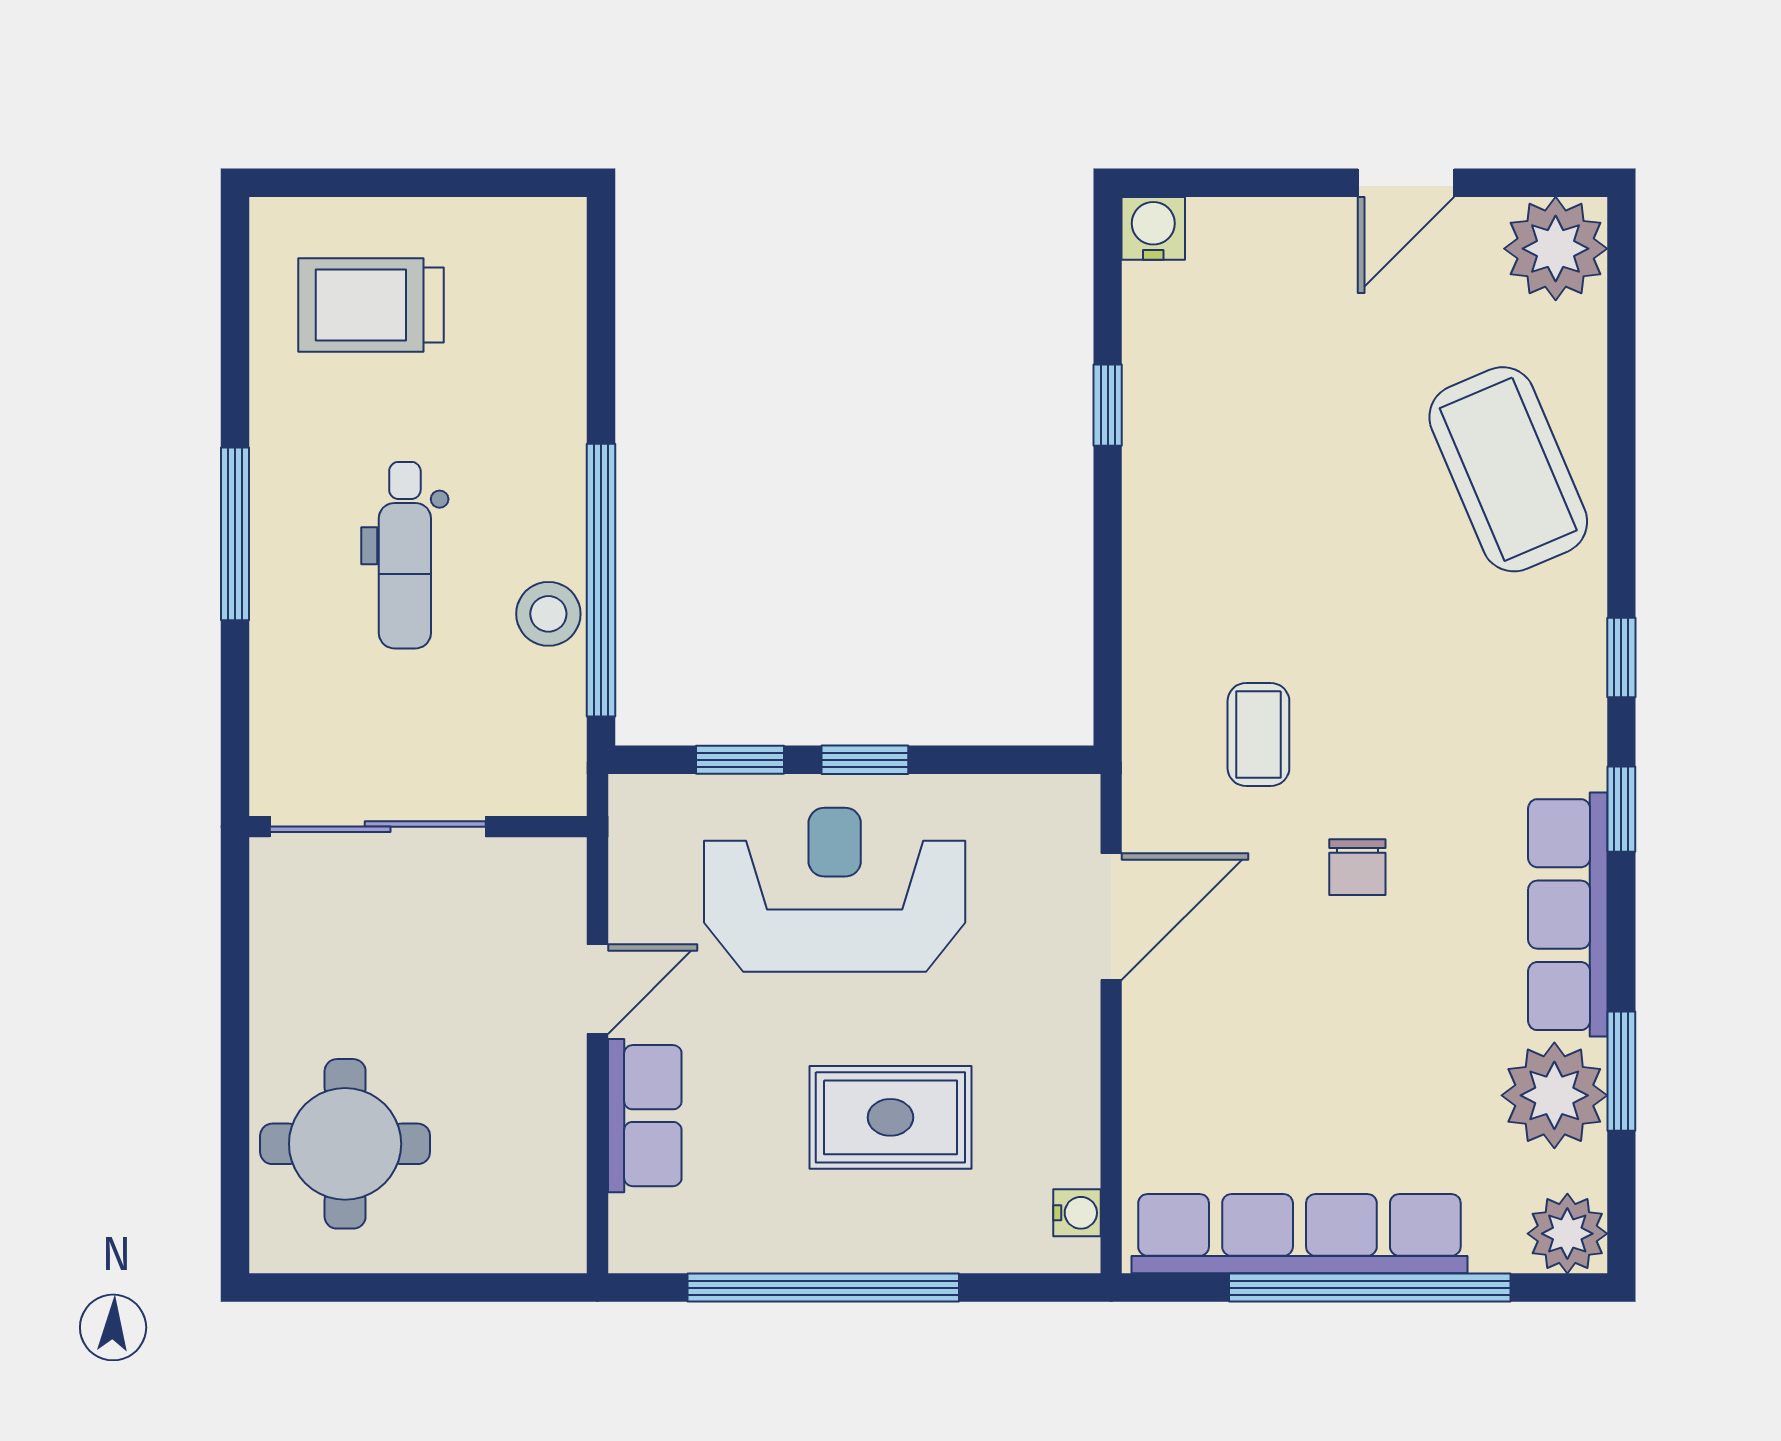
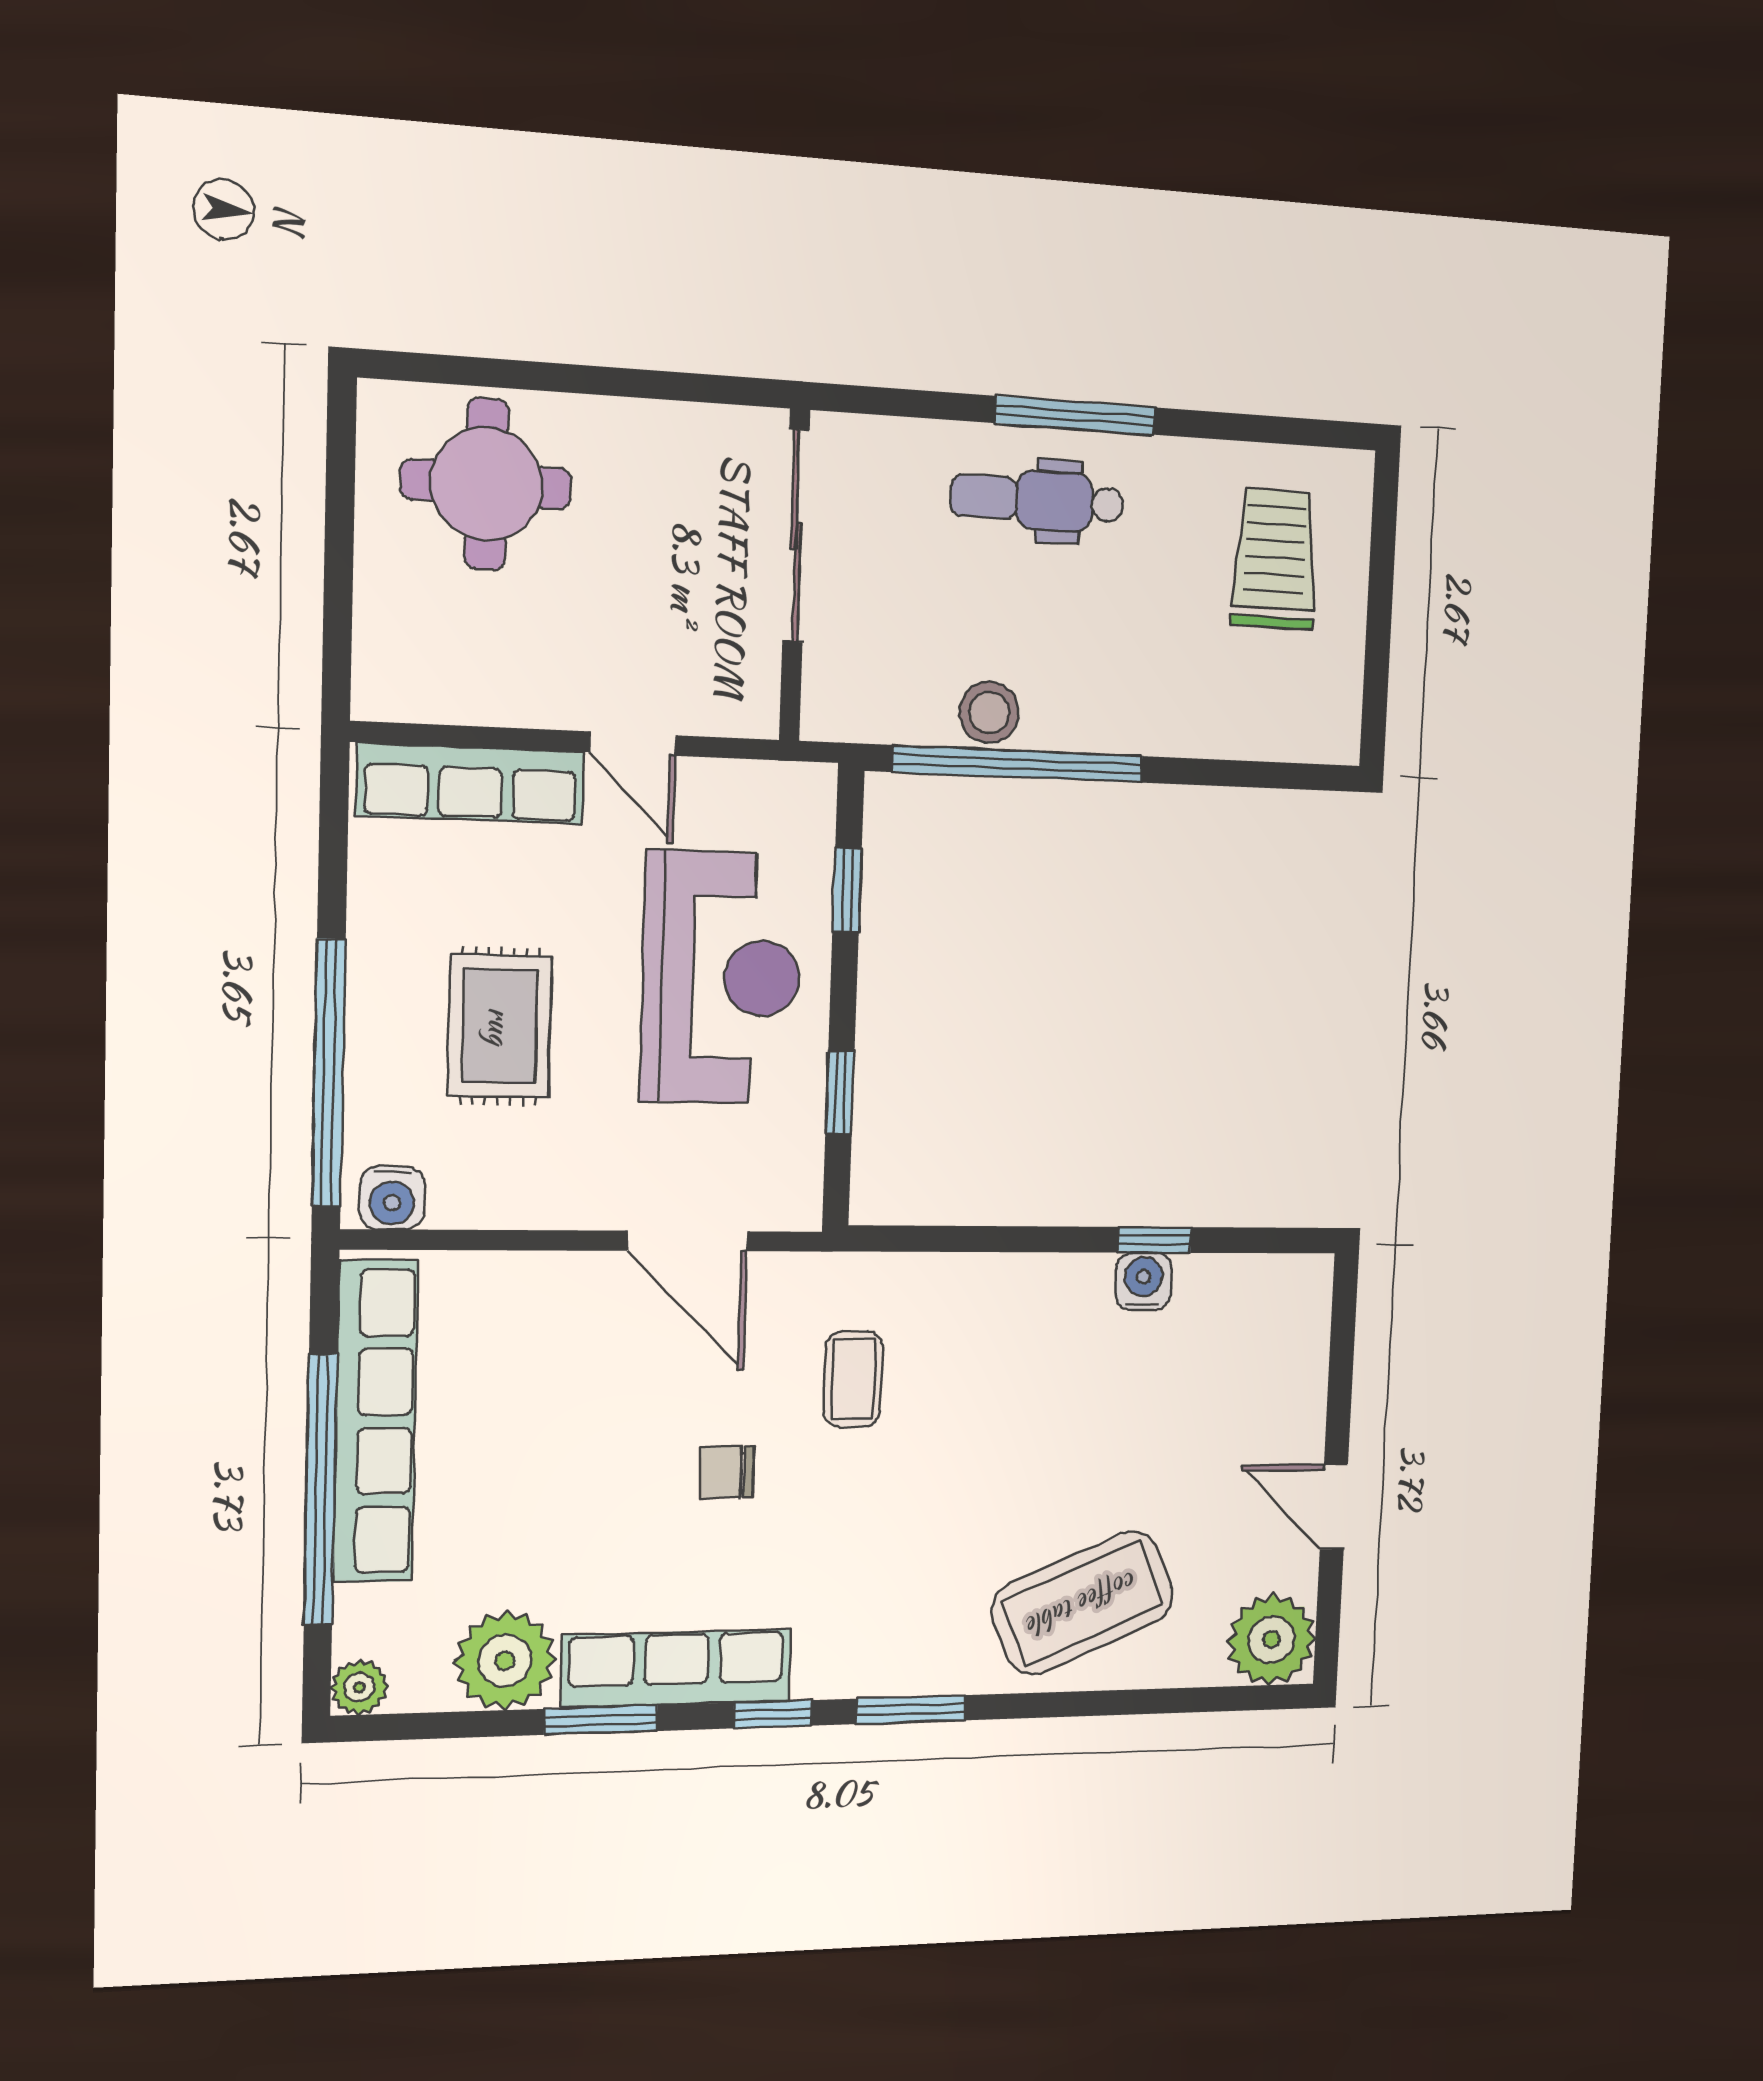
water cooler: (1153, 228) -> (1143, 1281), moved, turned -90
dental chair: (405, 555) -> (1037, 500), moved
window: (1621, 658) -> (911, 1709), width x1.50
coffee table: (1258, 735) -> (853, 1379), turned 90
window: (865, 760) -> (840, 1092), moved
window: (1621, 1071) -> (601, 1720), moved
row of seats: (645, 1116) -> (471, 784), width x1.48
water cooler: (1077, 1213) -> (392, 1198), width x1.38, depth x1.38
plant: (1567, 1234) -> (359, 1687), width x0.73, depth x0.73
window: (823, 1288) -> (329, 1073), moved

